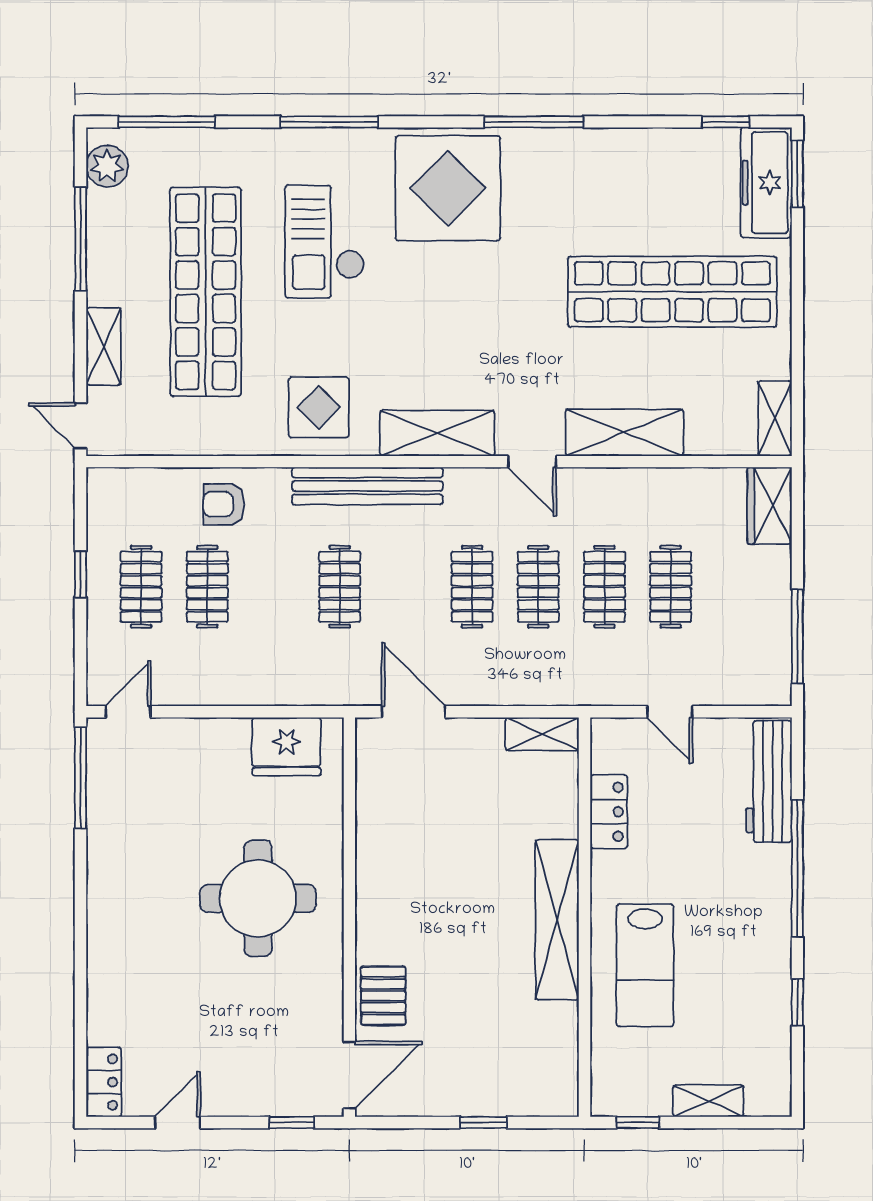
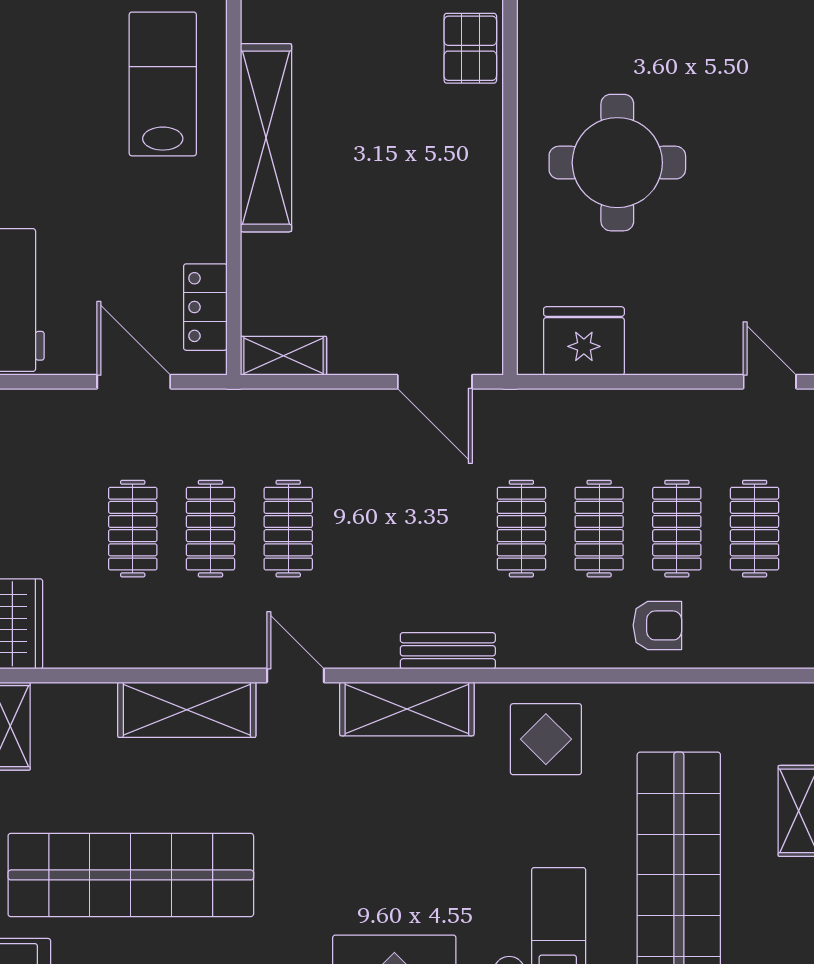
bench: (367, 486) -> (448, 651), width x0.54, depth x0.82
clothes rail: (472, 587) -> (599, 529), moved
door: (128, 712) -> (770, 382), swing flipped
door: (670, 712) -> (134, 382), width x1.38
locker: (609, 812) -> (205, 307), moved

